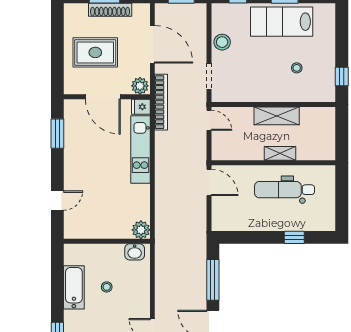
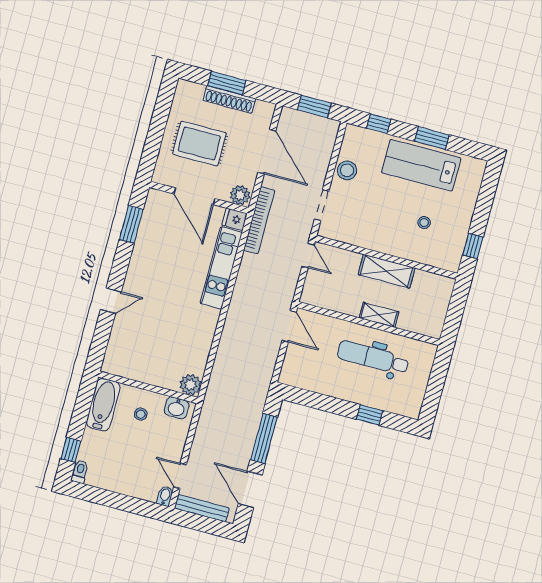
plant: (141, 230) -> (190, 385), moved
wall: (107, 241) -> (148, 387), moved
washbasin: (135, 252) -> (177, 408), moved

